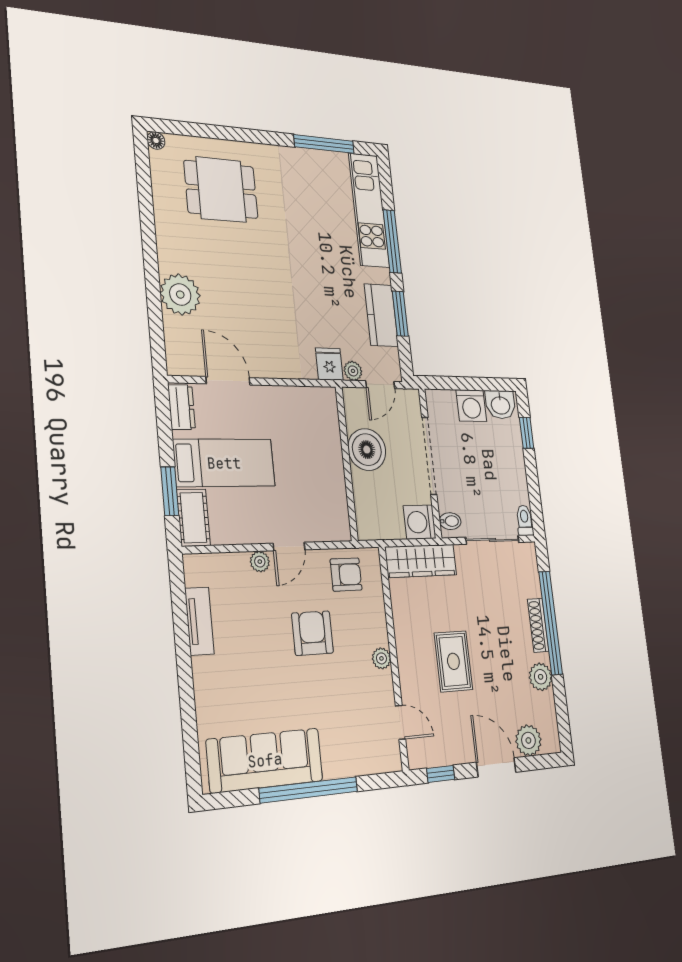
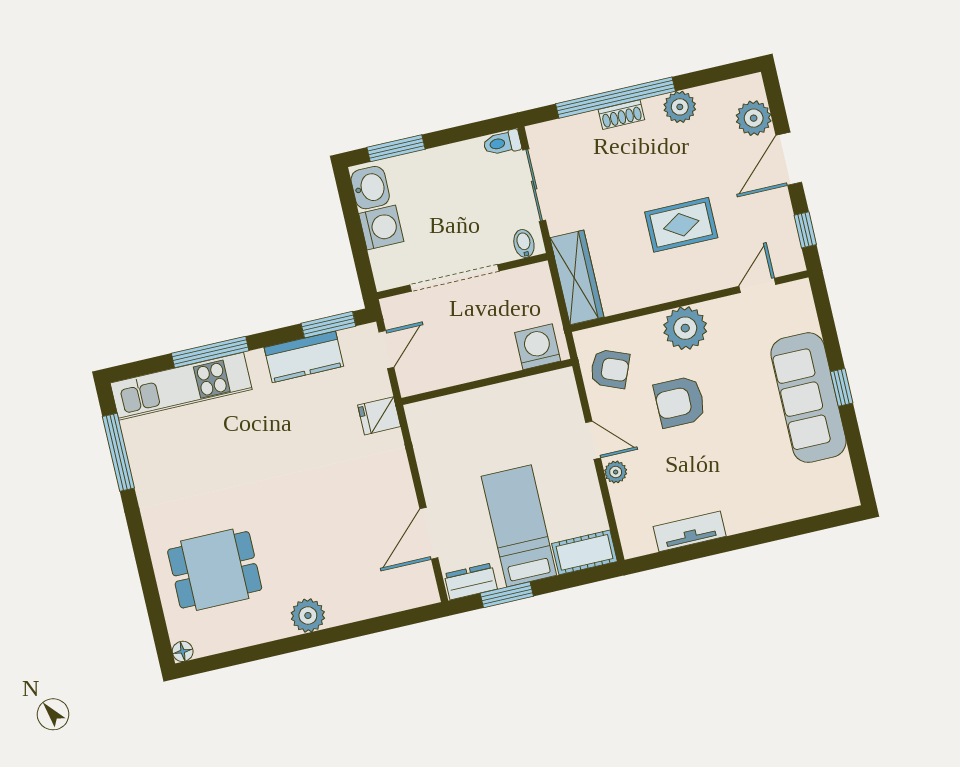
dining table: (221, 190) -> (215, 570), turned 90
plant: (180, 295) -> (308, 615), moved, width x0.73, depth x0.73
window: (400, 314) -> (328, 325), moved
plant: (353, 371) -> (379, 386), removed
door: (380, 385) -> (386, 350), hinge flipped
window: (527, 433) -> (396, 148), width x1.50
boiler: (367, 450) -> (466, 359), removed
window: (170, 491) -> (507, 595), moved
washing machine: (420, 522) -> (538, 347), moved, turned 180
armchair: (346, 575) -> (610, 369), turned 112
shoe rack: (538, 625) -> (621, 115), width x0.70
plant: (381, 658) -> (685, 328), width x1.88, depth x1.88
sofa: (265, 760) -> (808, 398), moved
window: (309, 790) -> (842, 387), width x0.32

